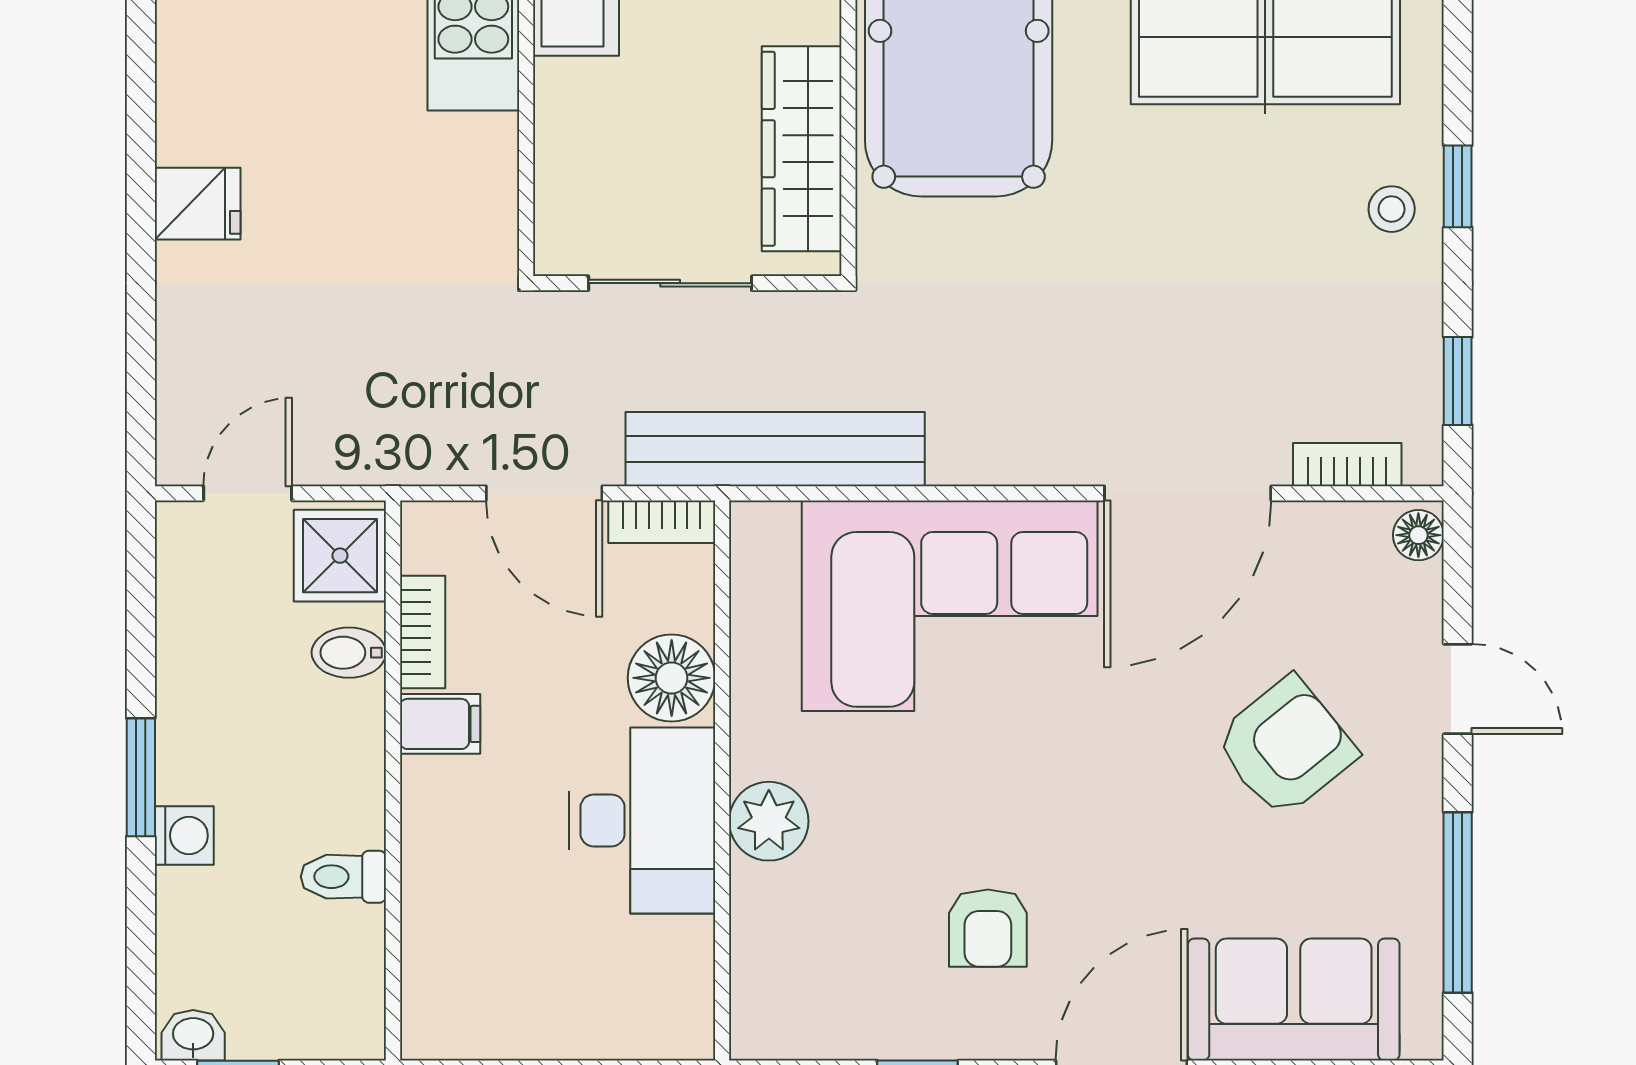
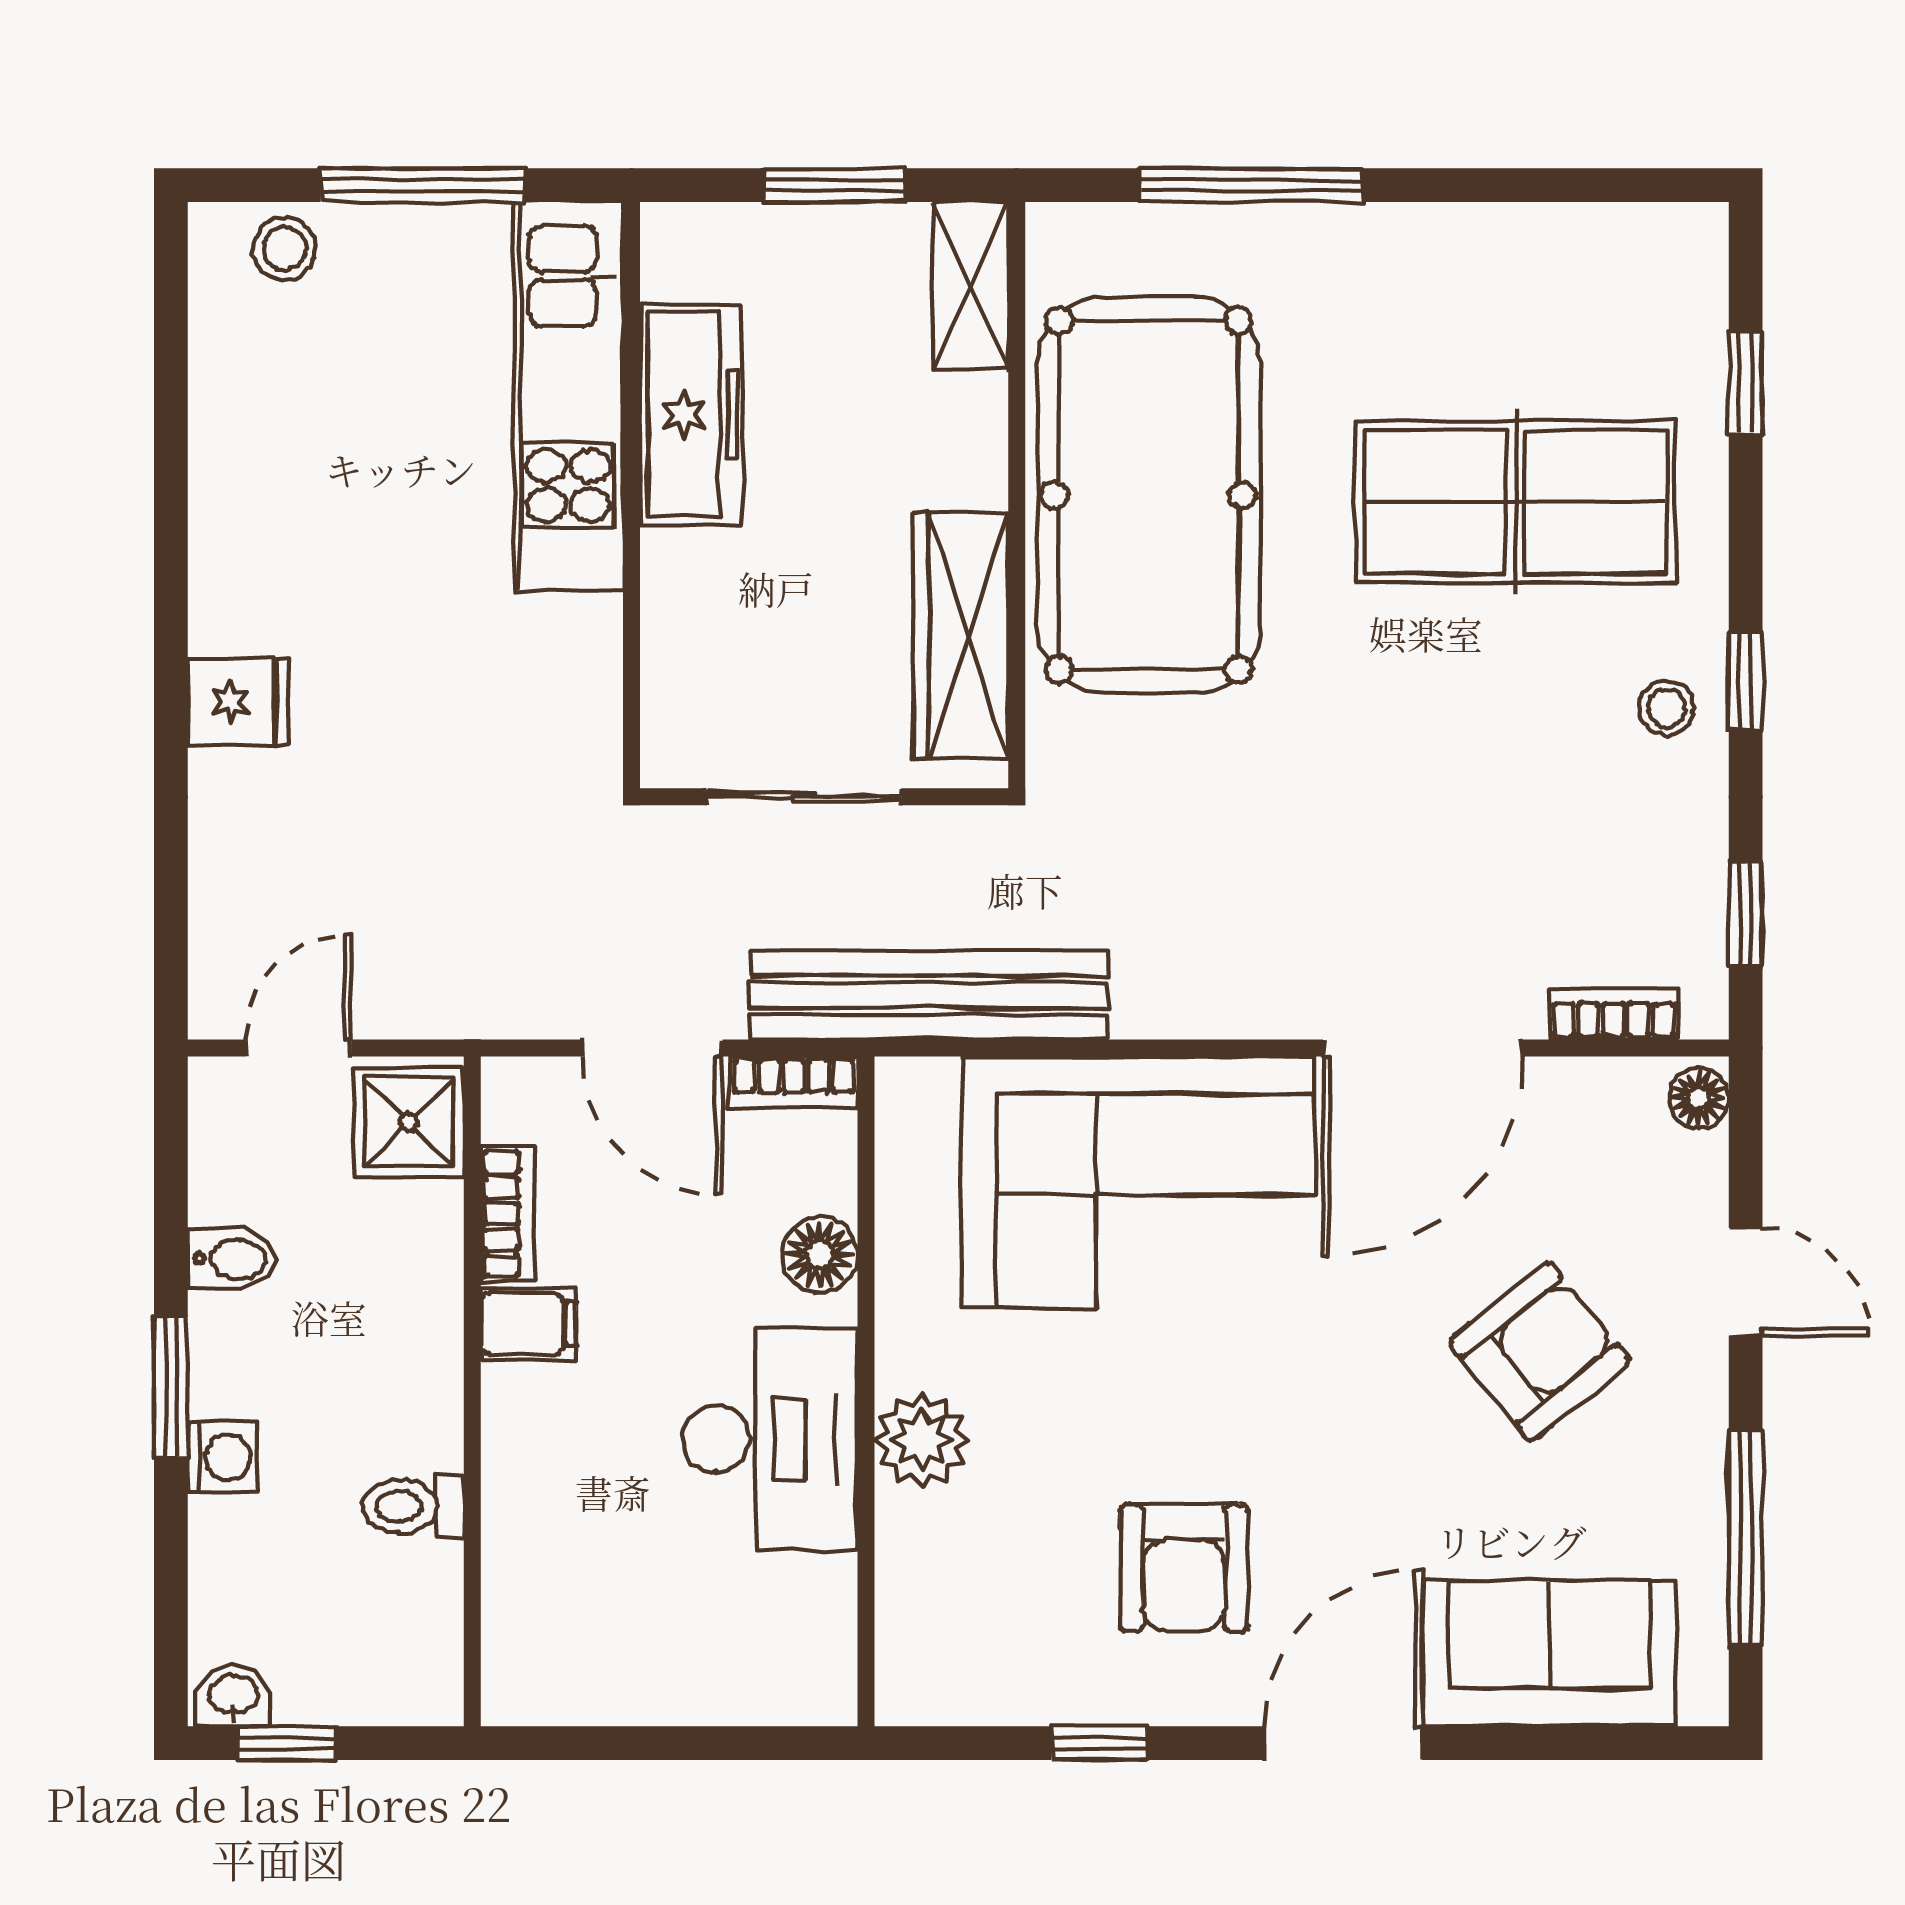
bidet: (349, 653) -> (232, 1259), moved, turned 180
floor lamp: (672, 678) -> (820, 1255), width x0.73, depth x0.73
armchair: (988, 928) -> (1184, 1568), width x1.38, depth x1.38

